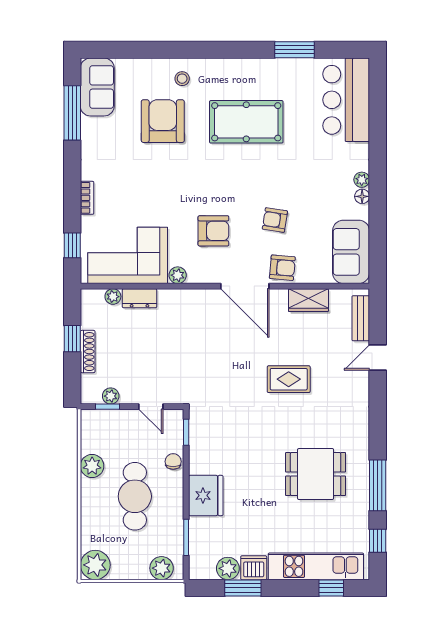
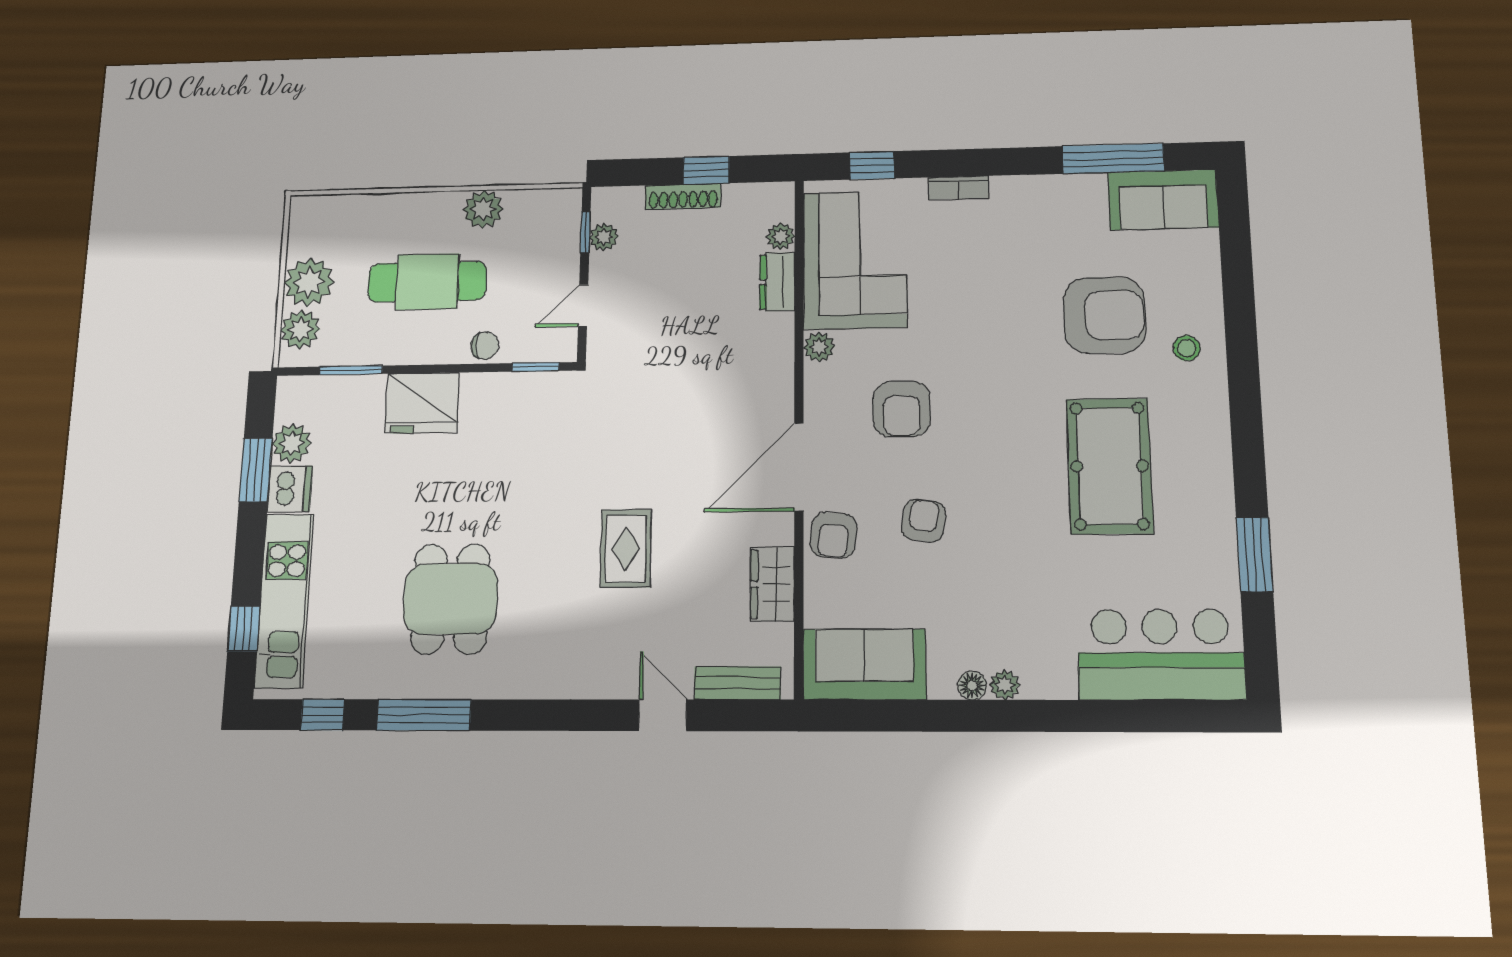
plant: (95, 565) -> (309, 282), moved

